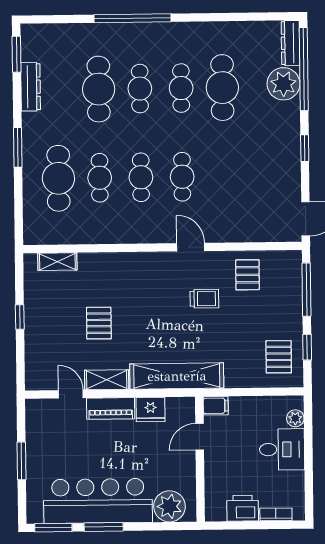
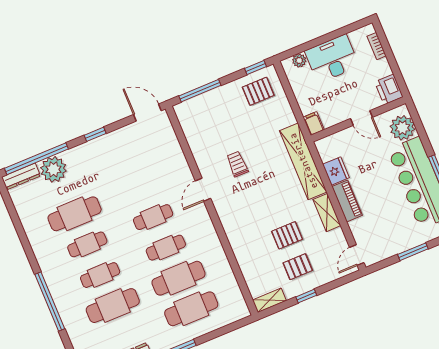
cafe table: (100, 178) -> (179, 278), width x1.37, depth x1.35
shelving: (57, 262) -> (269, 300), moved, turned 90
pallet: (247, 275) -> (298, 267), moved
window: (307, 347) -> (256, 68), moved
door: (71, 394) -> (357, 255), moved
door: (200, 437) -> (361, 118), moved
desk: (282, 449) -> (332, 59), width x1.37
printer: (243, 508) -> (389, 89), moved

